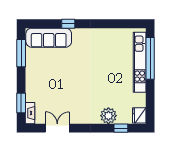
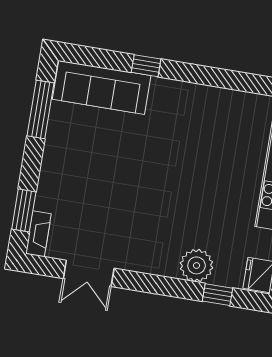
double door: (57, 128) -> (89, 273), swing flipped

